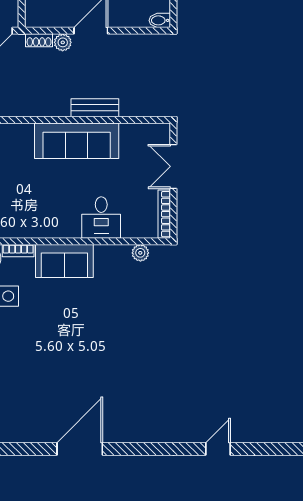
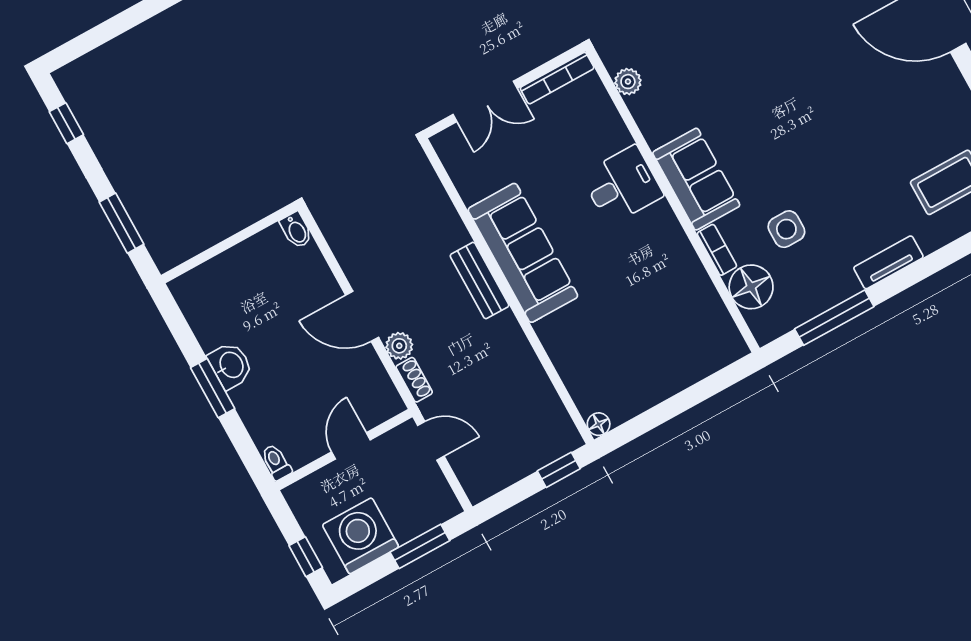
bench: (95, 108) -> (479, 281), moved
desk: (101, 217) -> (622, 185), moved

